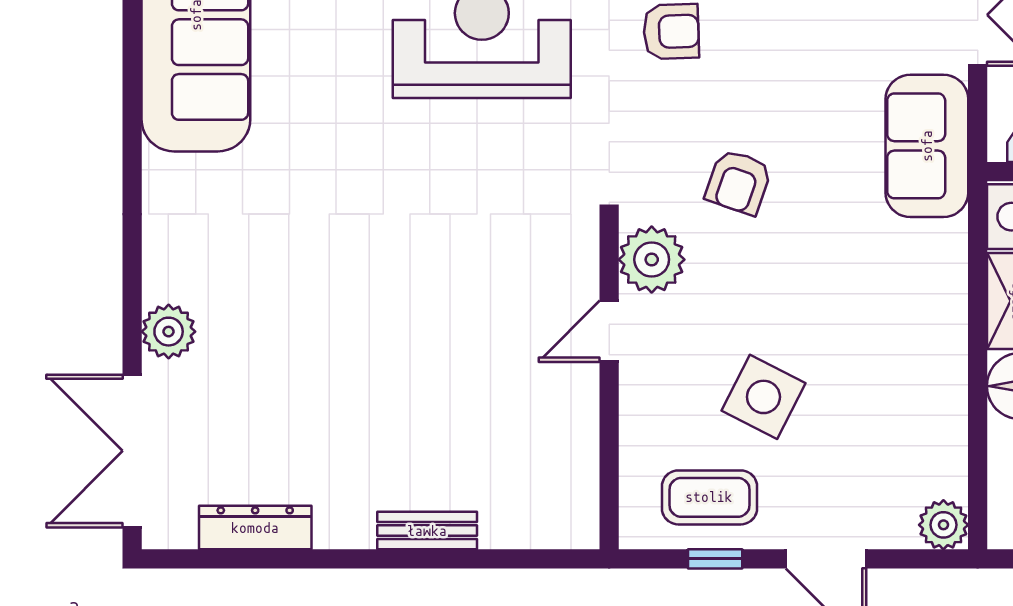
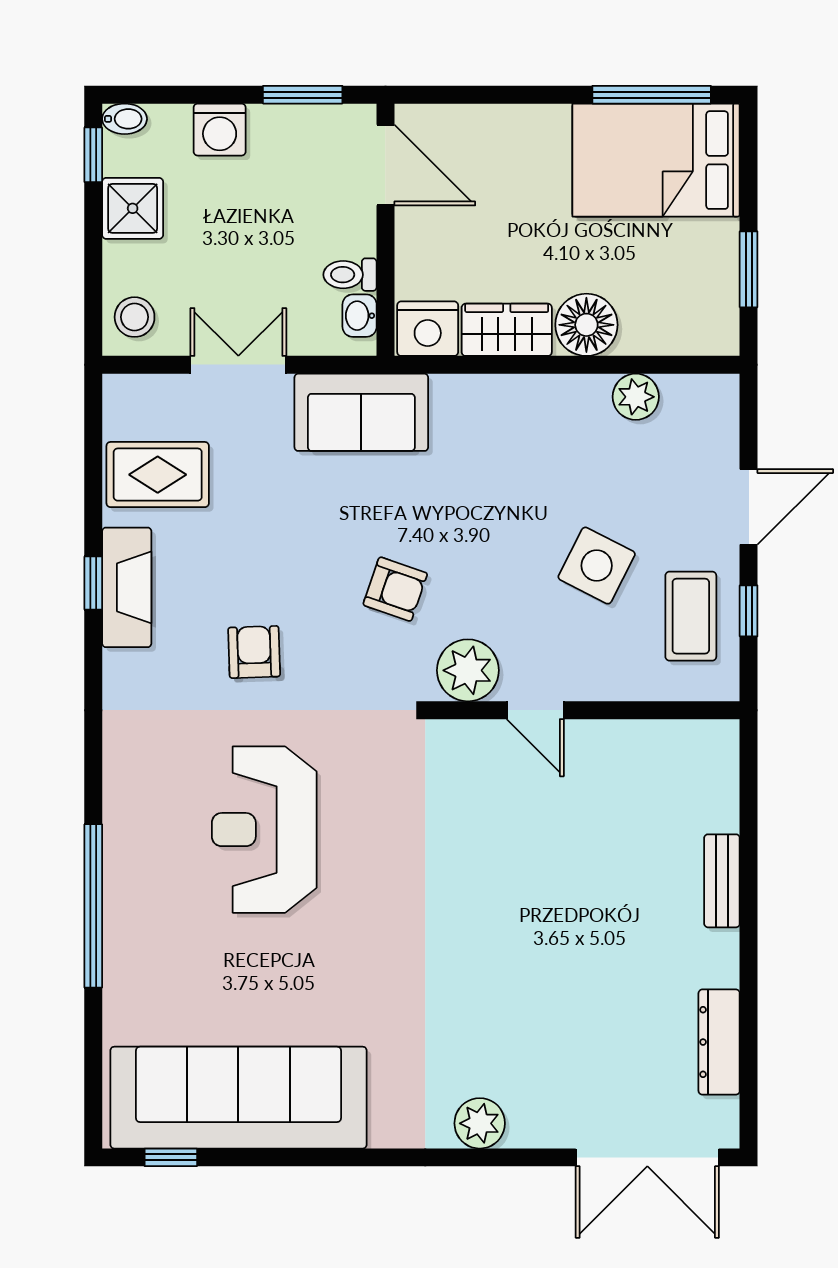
plant: (169, 332) -> (480, 1123), moved
plant: (943, 525) -> (636, 397), moved

